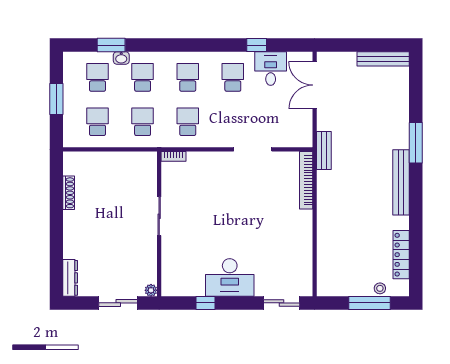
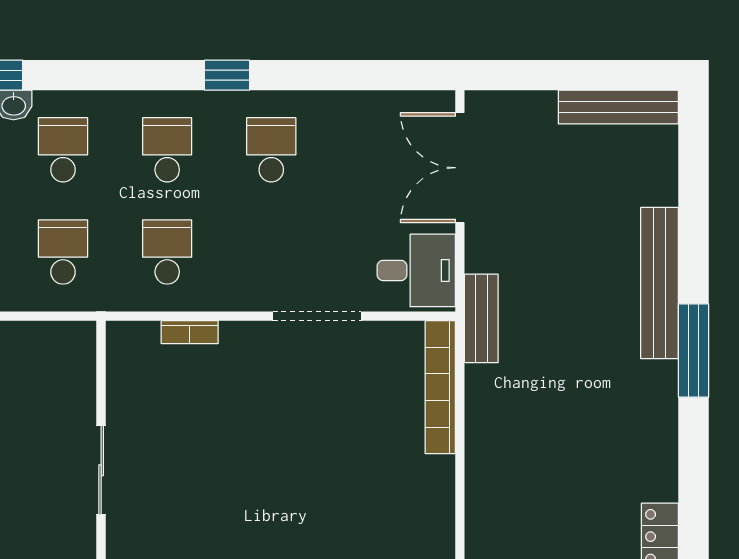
window: (257, 45) -> (227, 75), moved
desk: (271, 69) -> (416, 270), moved, turned 90
window: (416, 143) -> (693, 351), moved
bookcase: (173, 156) -> (190, 332), moved
bench: (401, 182) -> (659, 283), moved

